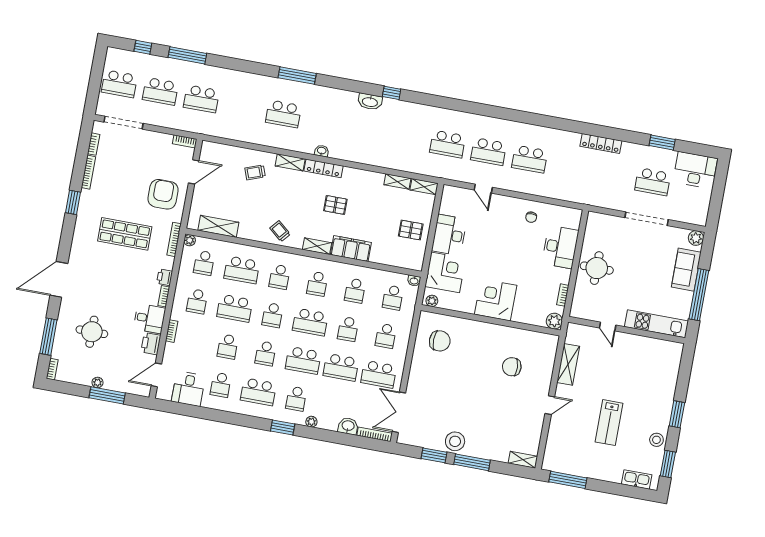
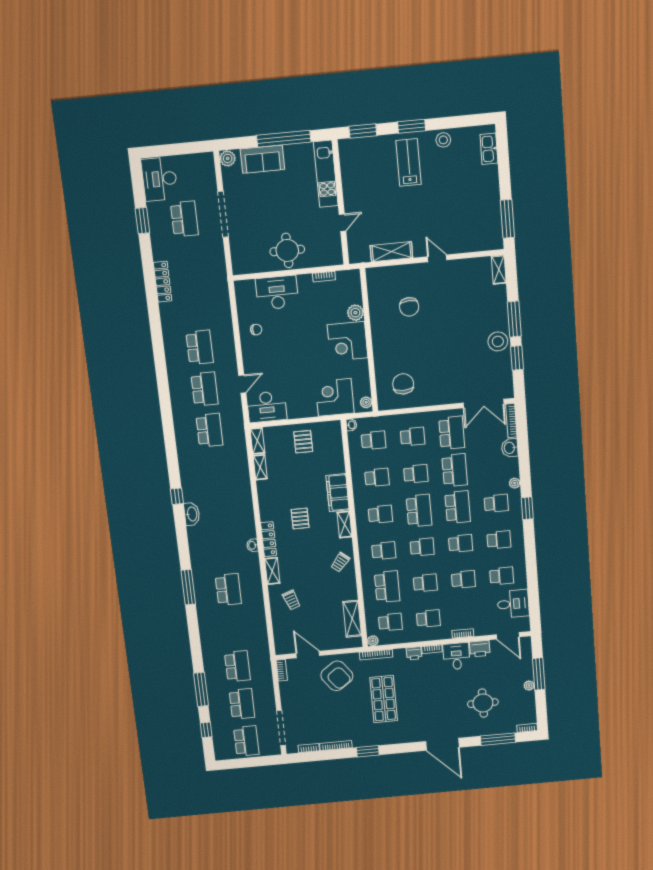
armchair: (163, 194) -> (337, 676), turned -126
desk: (449, 235) -> (267, 407), moved
school desk: (235, 308) -> (425, 583), width x0.54
plant: (554, 321) -> (355, 313), moved
school desk: (258, 392) -> (499, 540), width x0.54
lab bench: (609, 423) -> (409, 163), moved, turned -90
window: (668, 464) -> (363, 131), moved

